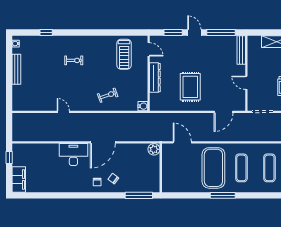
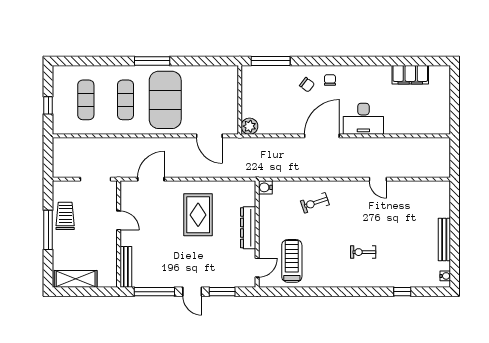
door: (149, 49) -> (257, 268), swing flipped
window: (9, 157) -> (455, 115), removed
filing cabinet: (19, 179) -> (410, 75), moved, turned -90

